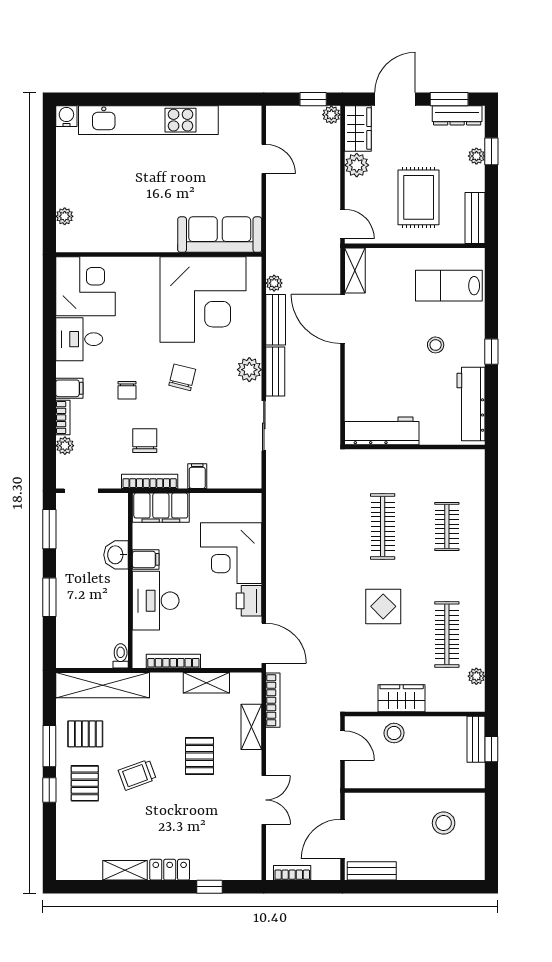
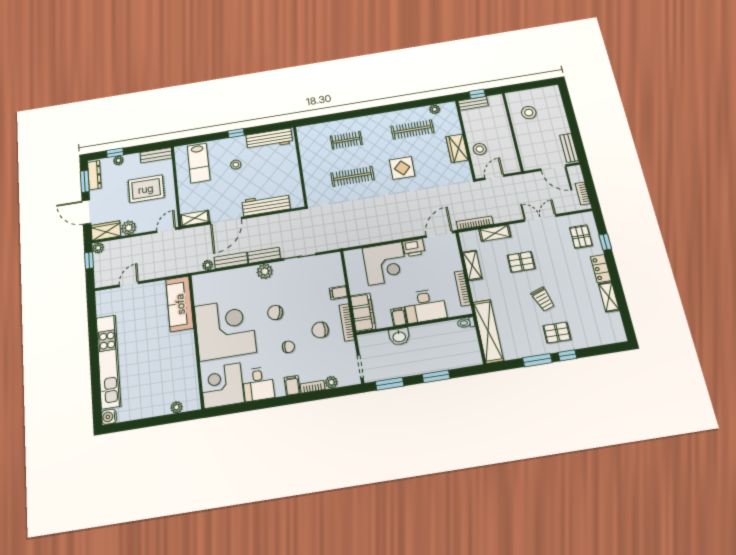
corner desk: (203, 300) -> (225, 329), moved
workbench: (382, 431) -> (266, 204), moved, turned 90
pallet: (85, 734) -> (581, 237), moved

